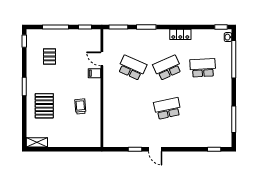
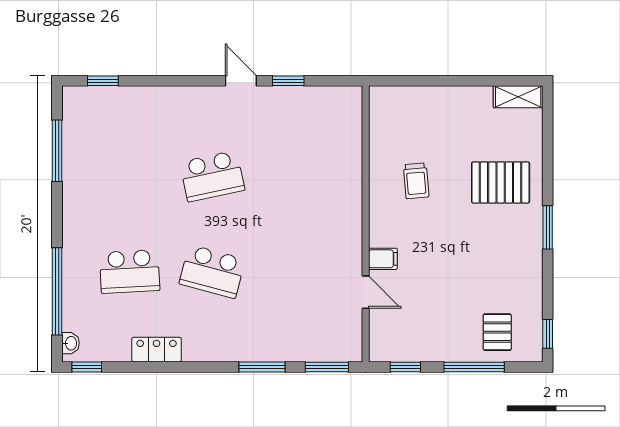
locker: (180, 34) -> (157, 350), moved
pallet: (50, 56) -> (497, 332), moved
school desk: (132, 68) -> (295, 271), removed
school desk: (167, 68) -> (212, 271), turned 39
pallet: (44, 106) -> (501, 182), turned 90

